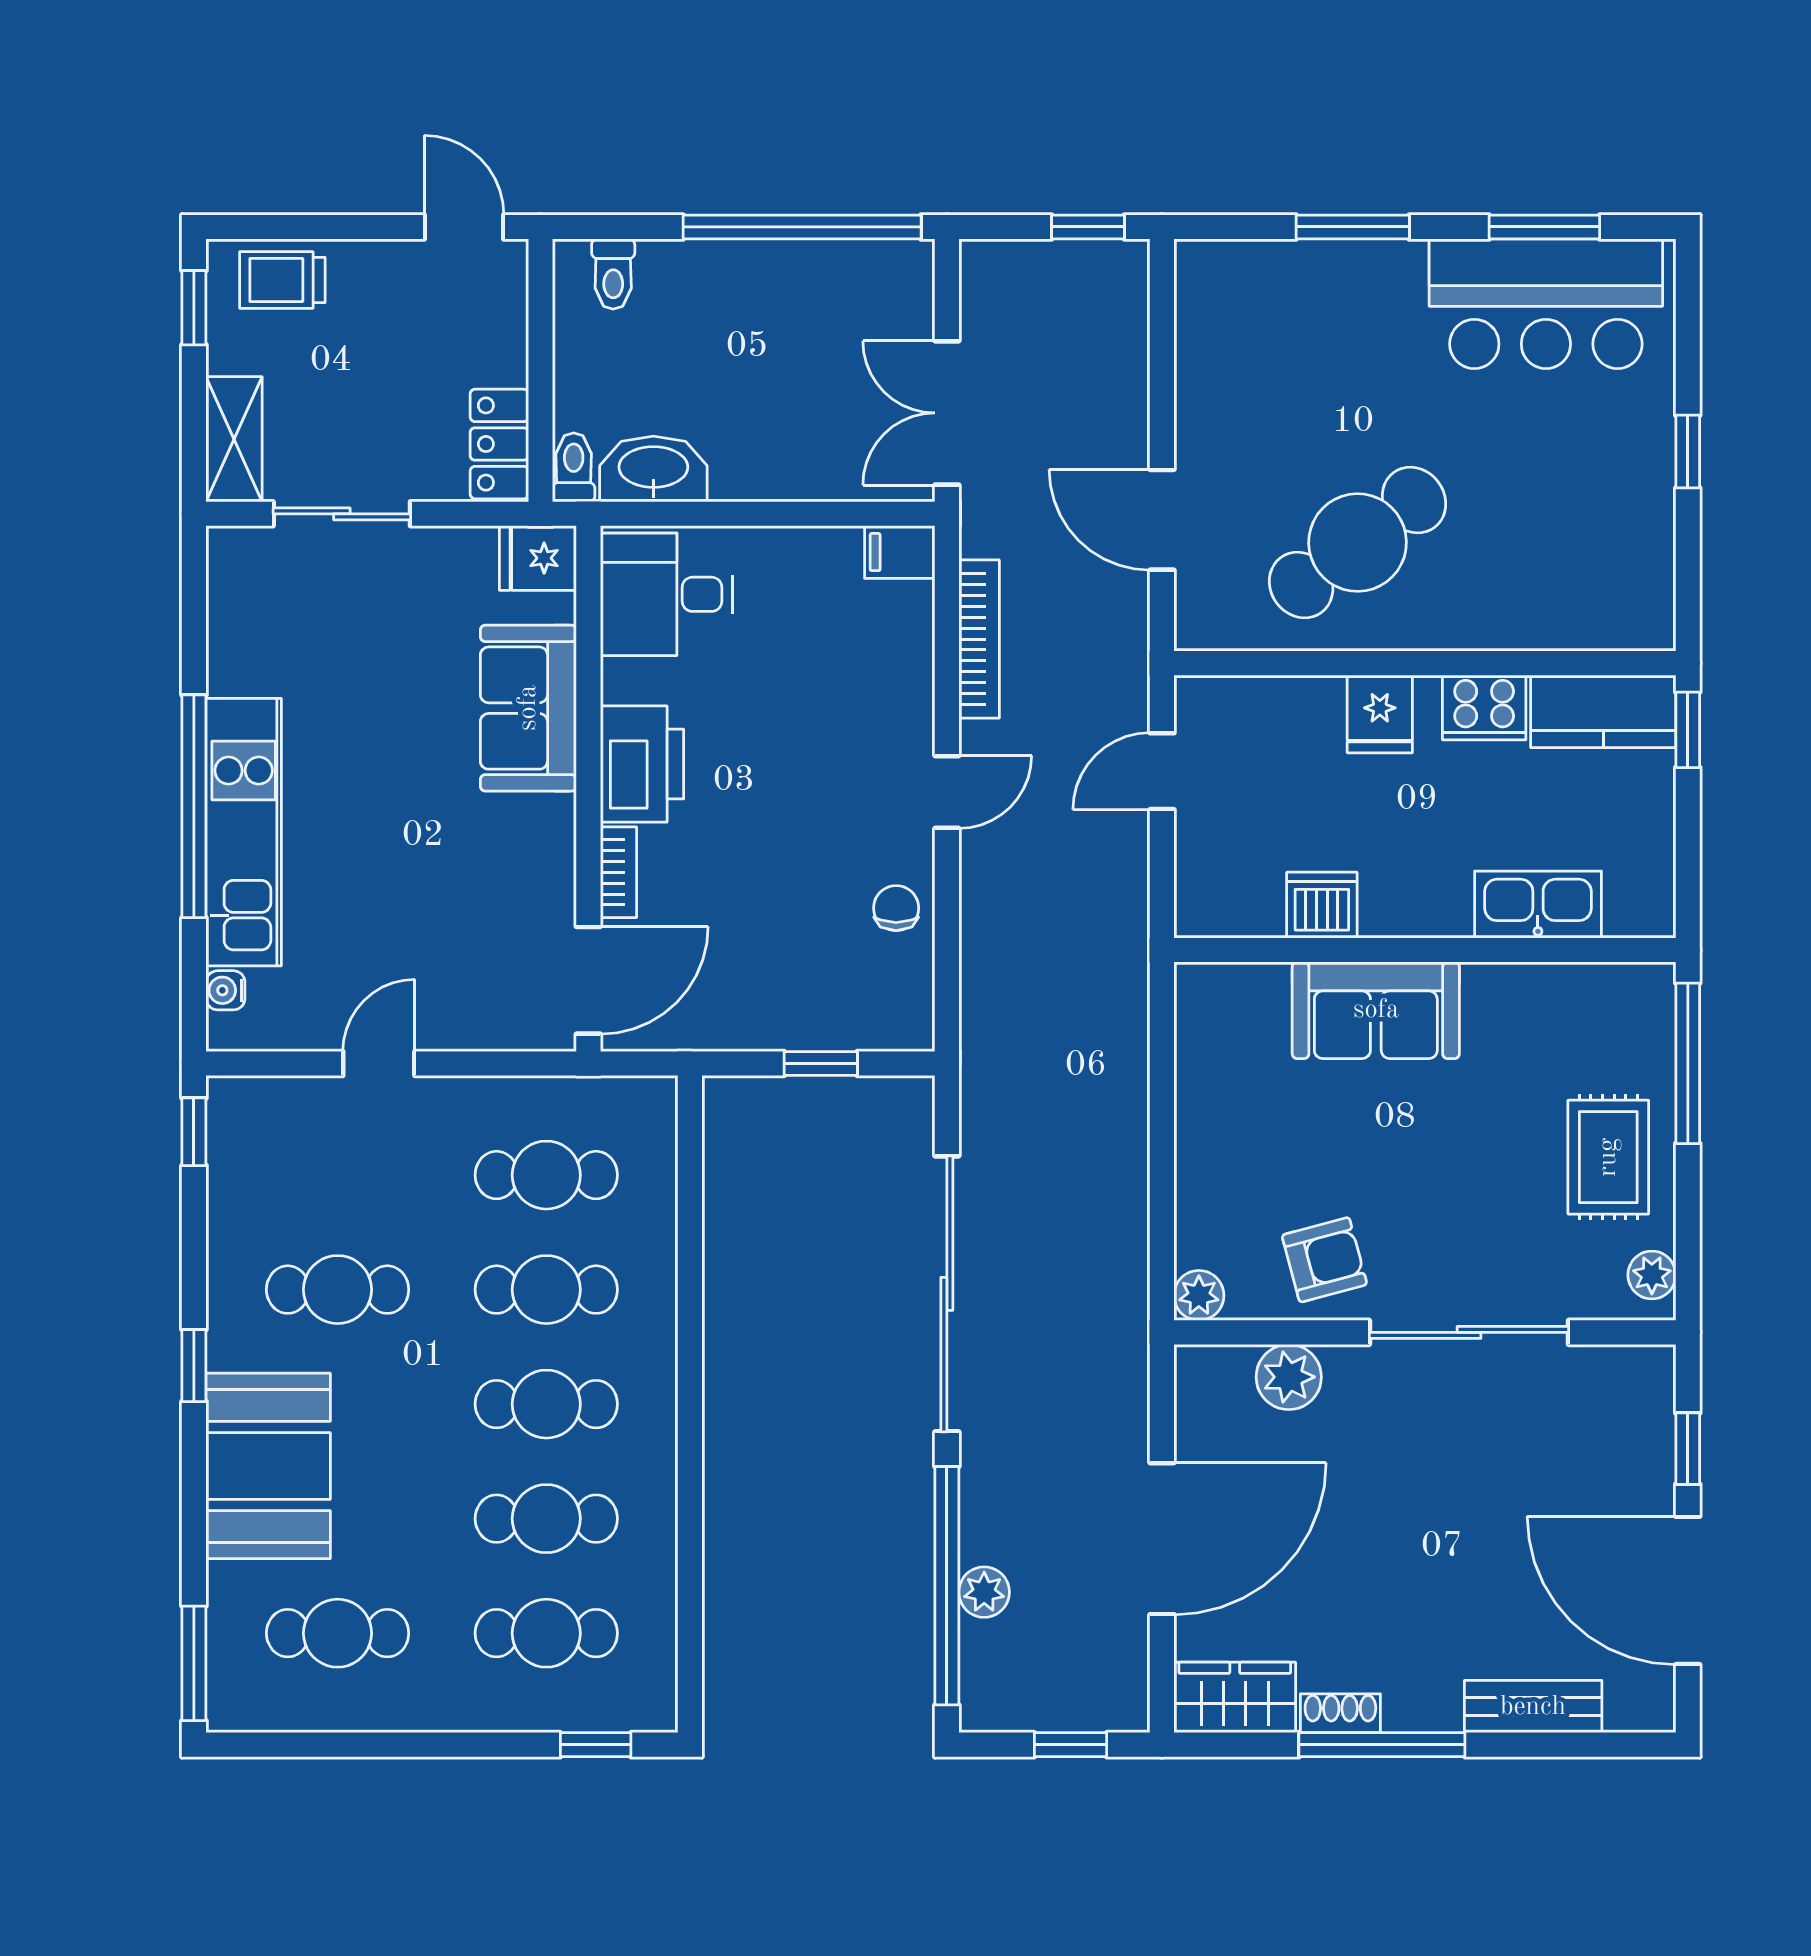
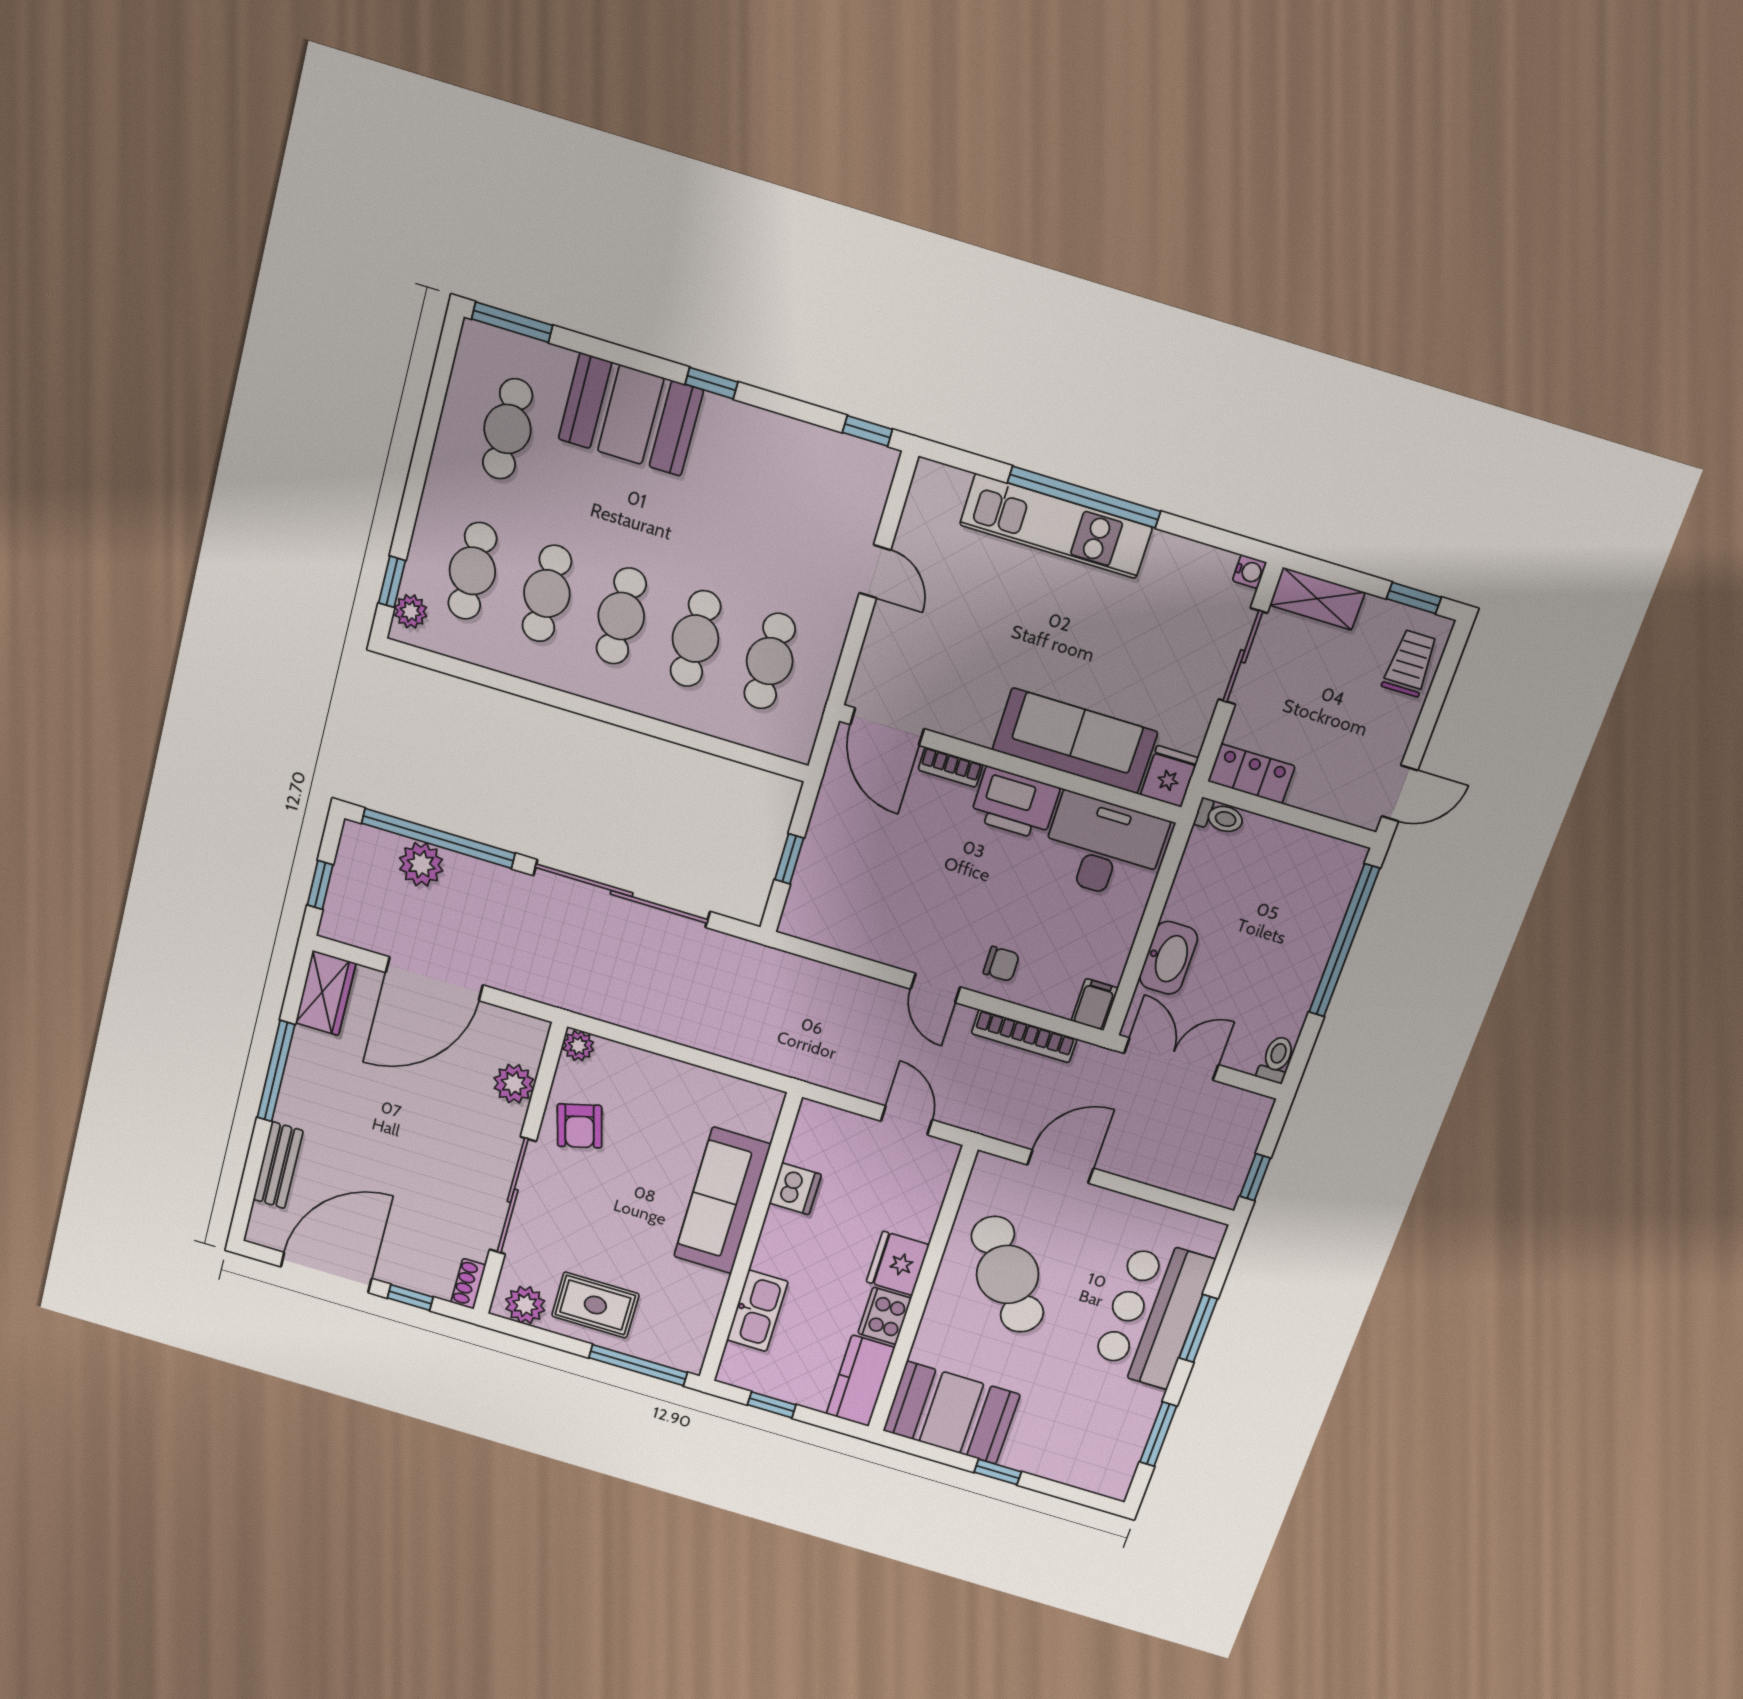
window: (802, 227) -> (1344, 941), moved
toilet: (613, 274) -> (1276, 1059), moved, turned 90
bar counter: (1546, 304) -> (1152, 1313), moved
washbasin: (653, 469) -> (1169, 958), moved
booth: (1611, 555) -> (951, 1413), added
desk: (666, 594) -> (1103, 847), width x1.37
sofa: (528, 708) -> (1075, 741), width x1.36
fridge: (1380, 714) -> (898, 1263), width x1.38
window: (1688, 730) -> (772, 1405), moved
chair: (896, 908) -> (1001, 964), moved
water cooler: (225, 990) -> (1249, 572), moved, turned 90
sofa: (1376, 1010) -> (722, 1201), width x1.36
plant: (1652, 1275) -> (525, 1305), width x1.38, depth x1.38
cafe table: (338, 1290) -> (735, 498), removed
door: (1162, 1539) -> (434, 979), hinge flipped
plant: (984, 1592) -> (421, 864), width x1.38, depth x1.38
plant: (629, 1708) -> (411, 611), added
shoe rack: (1340, 1713) -> (468, 1284), moved, turned 180

